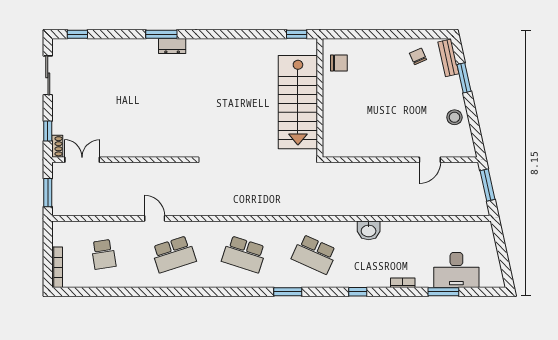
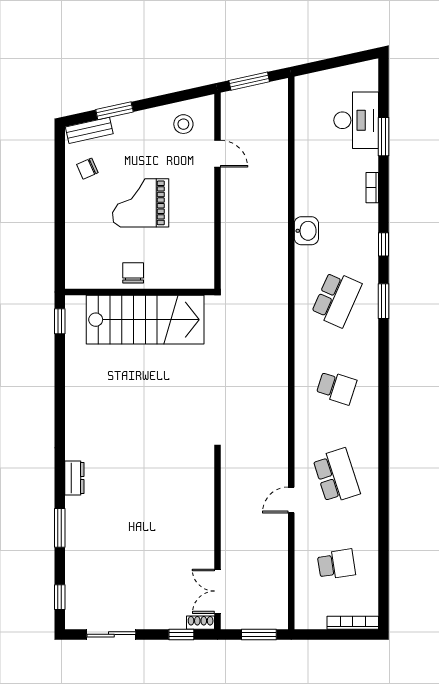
window: (161, 34) -> (60, 528), moved
chair: (339, 63) -> (133, 273), moved
grand piano: (391, 99) -> (141, 203), added
stool: (454, 117) -> (183, 124), moved
school desk: (244, 254) -> (336, 388), width x0.54
window: (288, 292) -> (384, 301), moved

